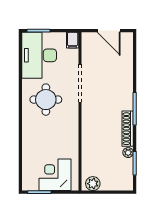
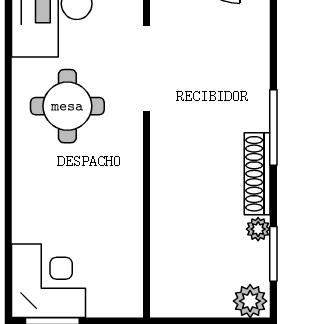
corner desk: (55, 175) -> (49, 281), moved, turned 90
plant: (93, 184) -> (250, 301), moved

